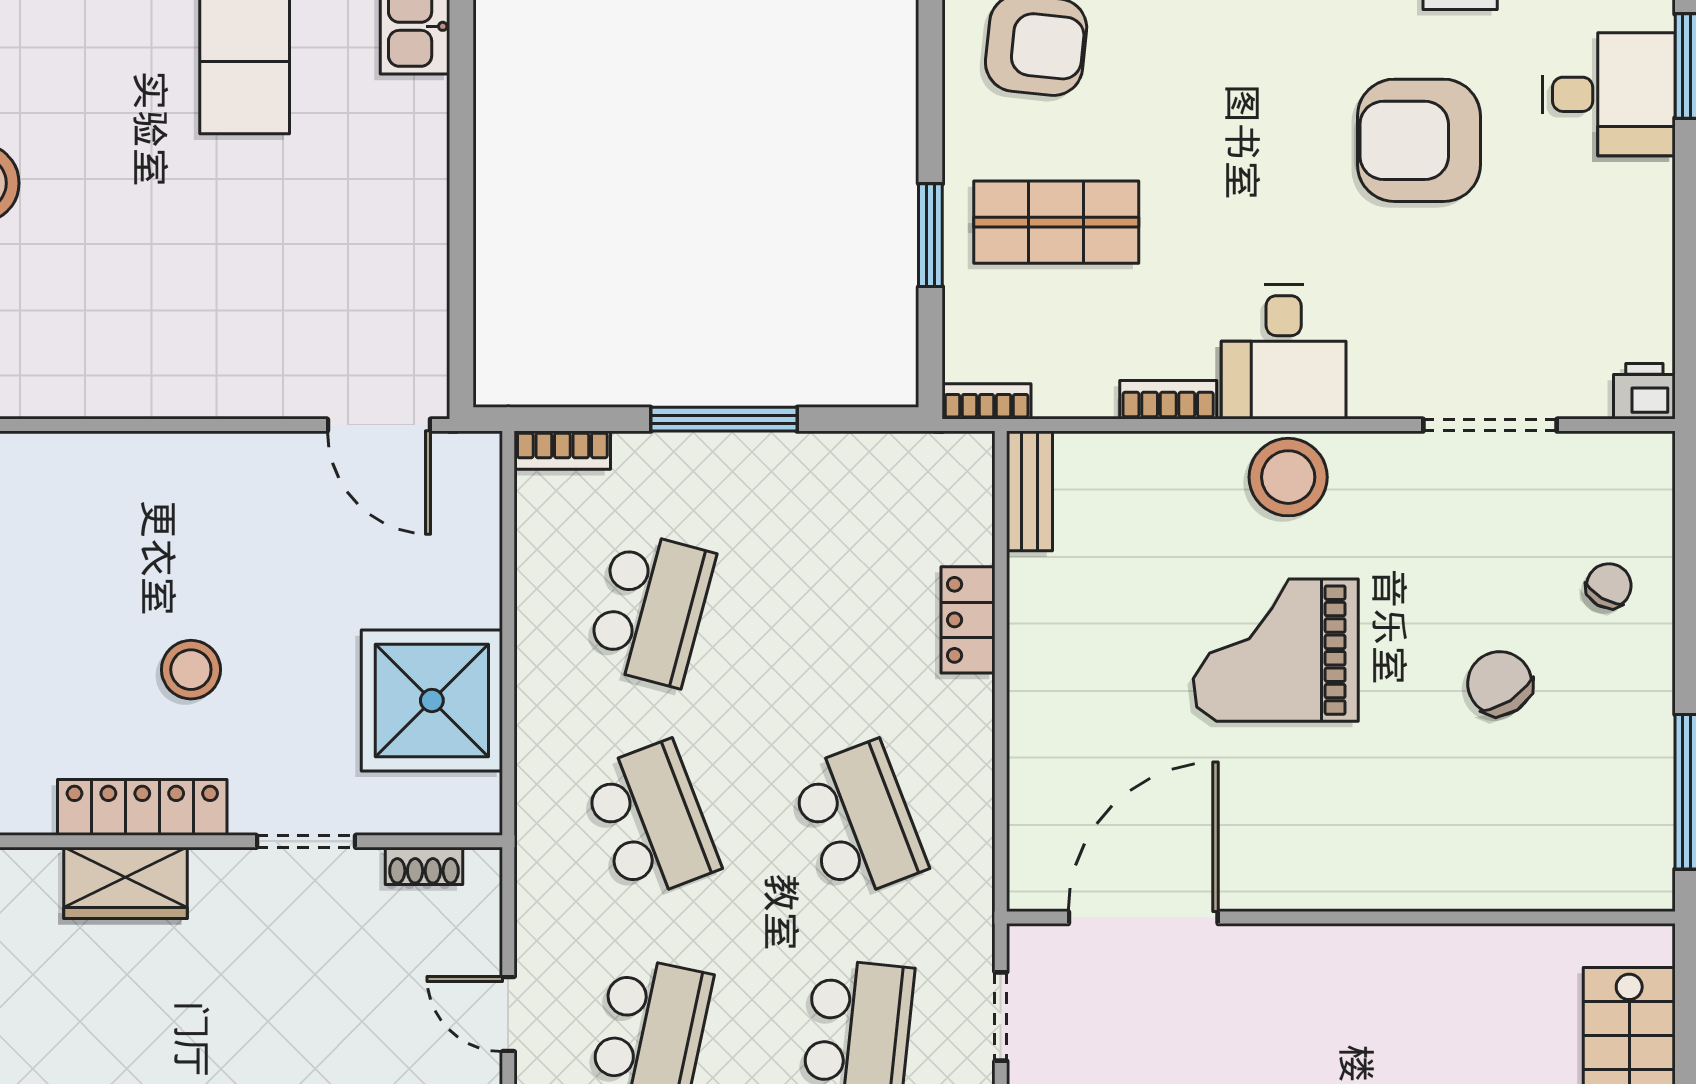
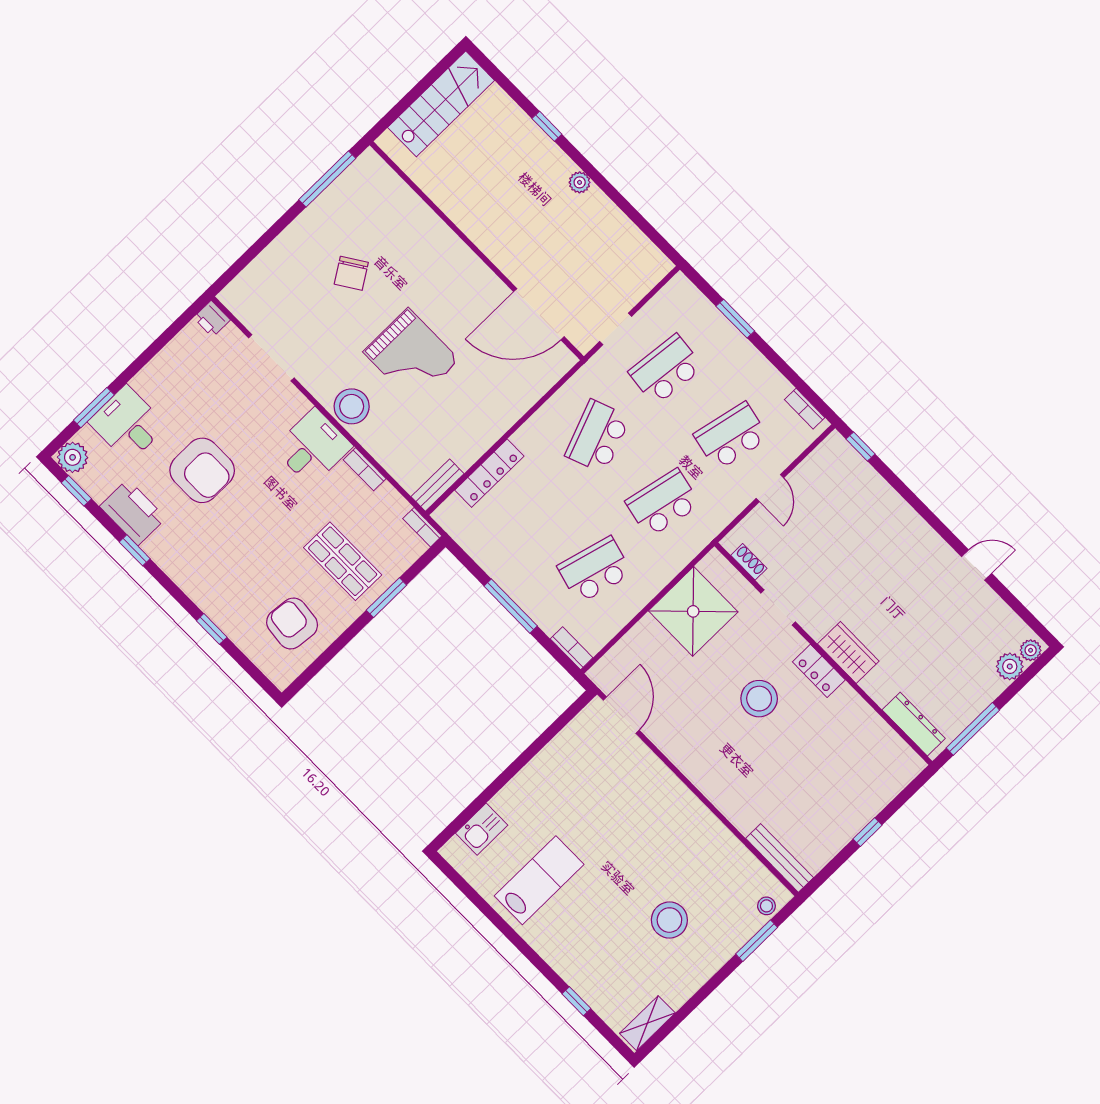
chair: (1609, 586) -> (286, 269), removed
locker: (968, 620) -> (489, 473), width x1.53
stool: (191, 670) -> (759, 699), width x1.38, depth x1.38
locker: (142, 807) -> (819, 671), width x0.66
school desk: (651, 821) -> (663, 503), turned 33

